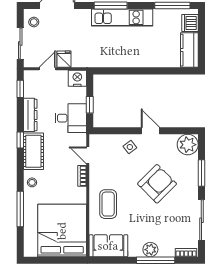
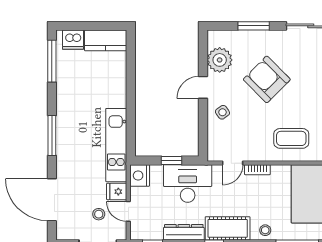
kitchen unit: (122, 17) -> (116, 145), moved, turned 180
stool: (34, 22) -> (99, 214), moved
desk: (71, 118) -> (188, 184), width x1.37
plant: (188, 145) -> (220, 60), moved

